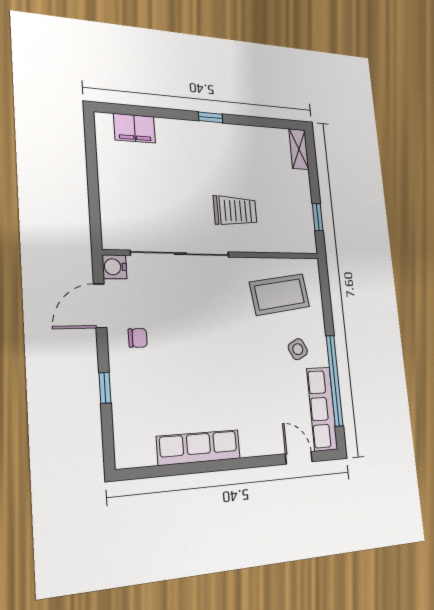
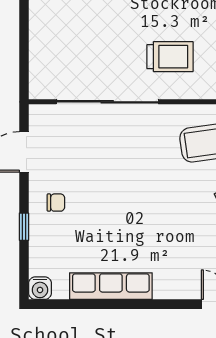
water cooler: (114, 267) -> (40, 288), moved, turned -90
chair: (138, 338) -> (56, 203), moved

